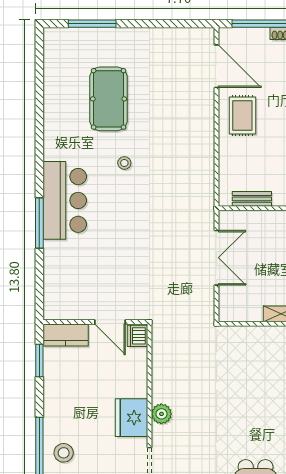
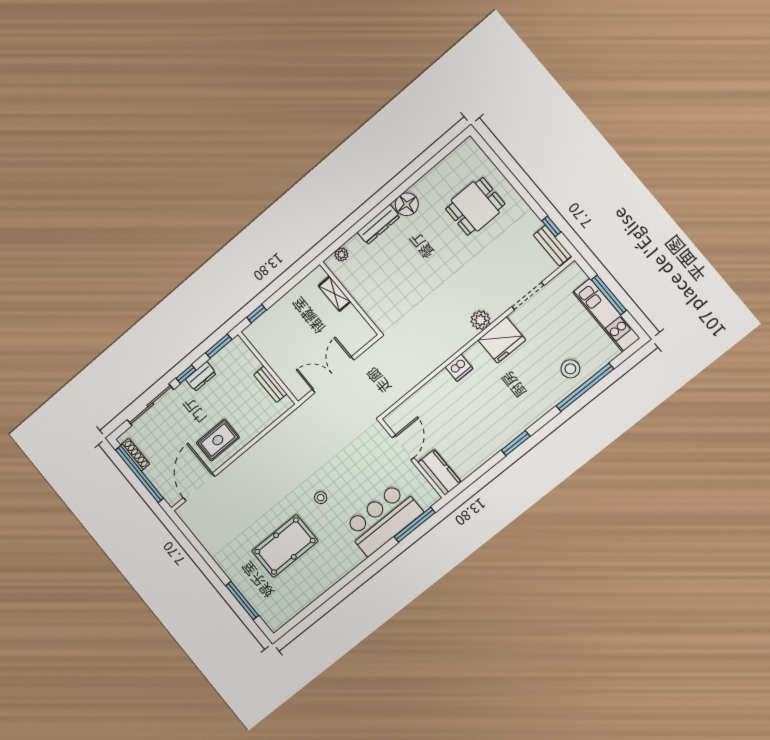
wall: (95, 322) -> (412, 458), moved
door: (110, 322) -> (403, 448), moved
kitchen counter: (66, 335) -> (439, 472), moved
dishwasher: (137, 336) -> (459, 368), moved

